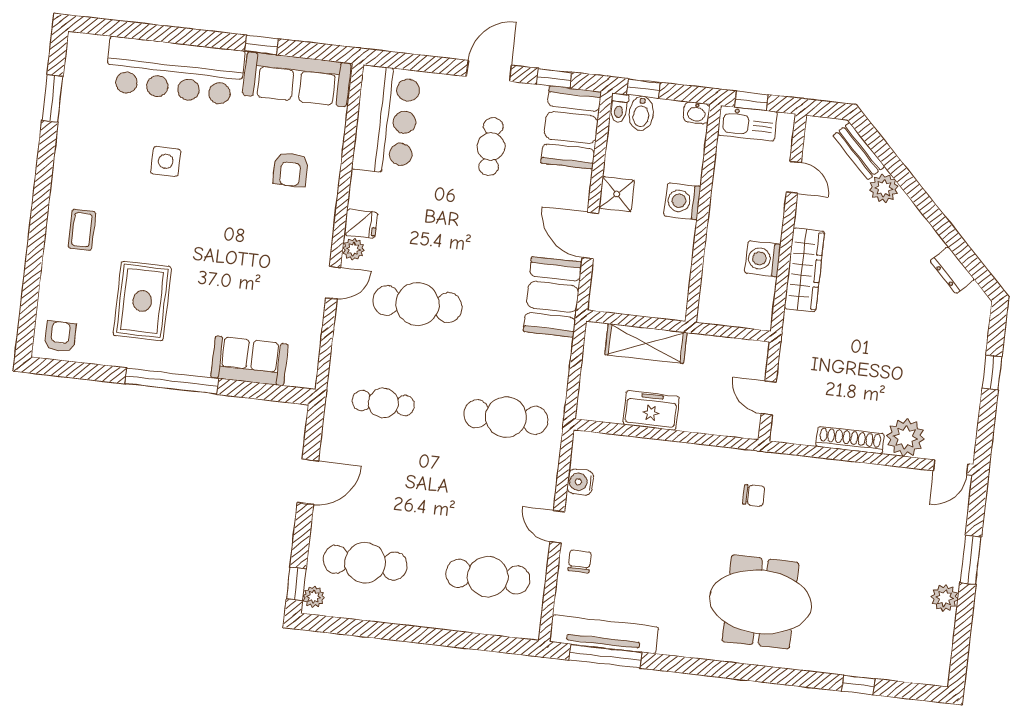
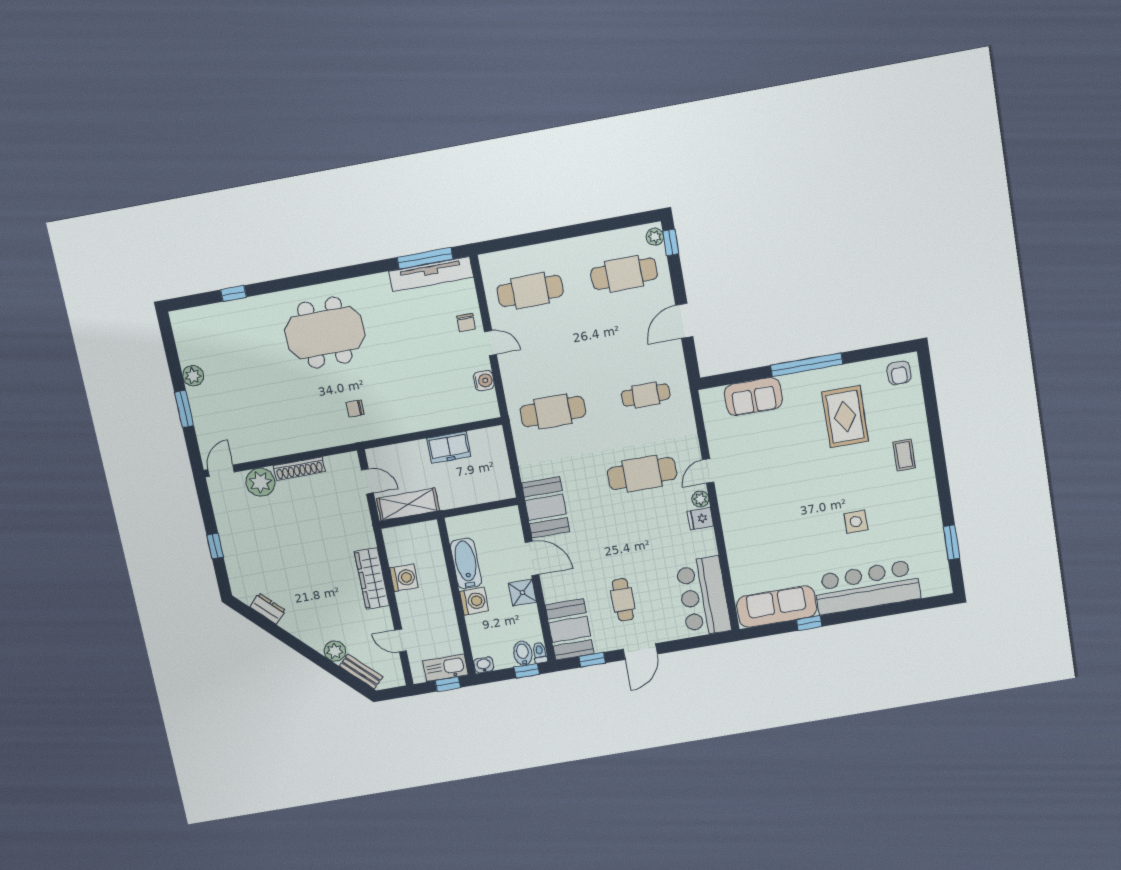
armchair: (291, 169) -> (763, 542), removed
bathtub: (677, 254) -> (466, 563), added
shelving: (646, 343) -> (408, 504), moved

